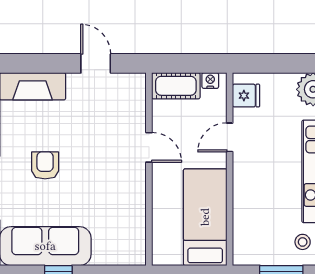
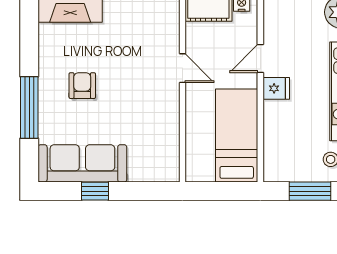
fridge: (246, 96) -> (276, 88), moved

